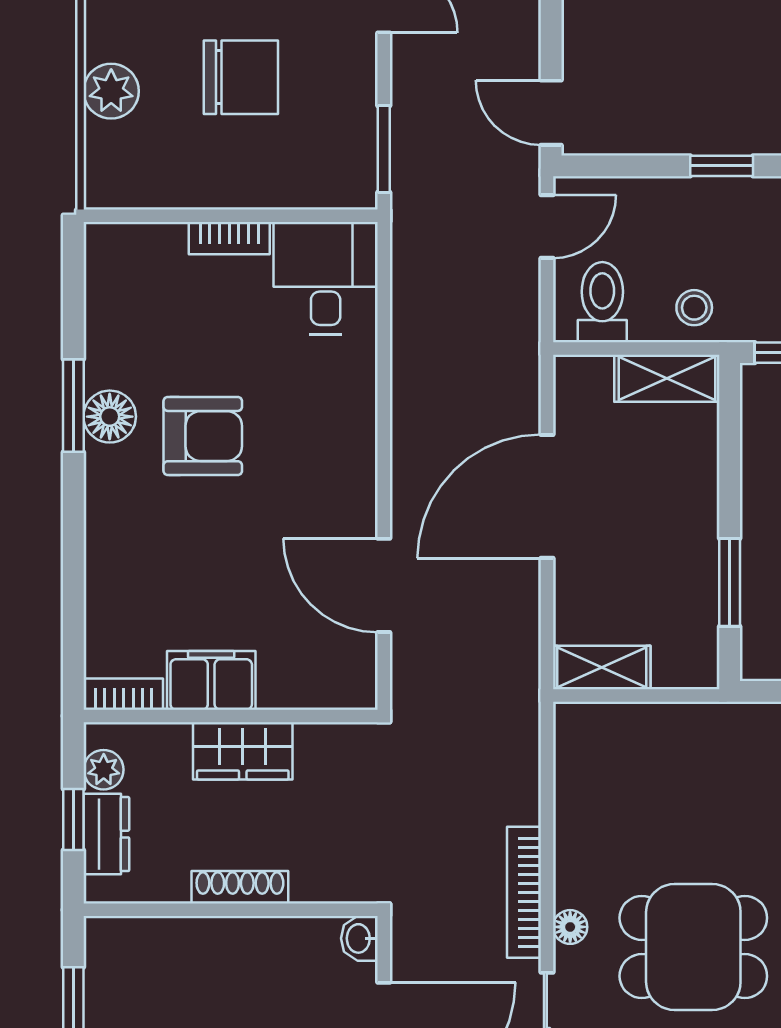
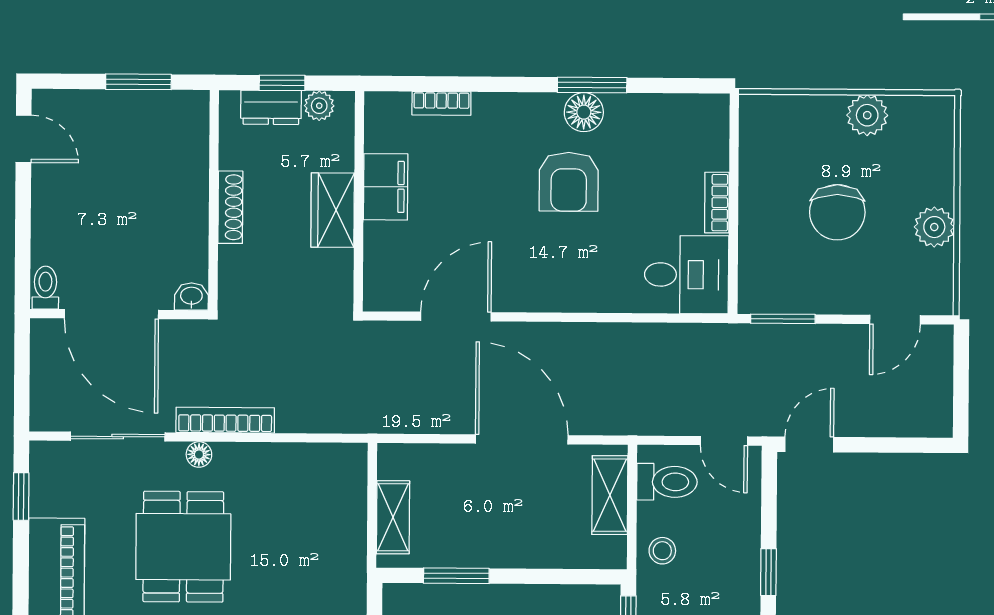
plant: (111, 91) -> (867, 115), moved
shelving: (667, 378) -> (610, 495), moved
shelving: (602, 667) -> (393, 517), moved
bookcase: (124, 694) -> (441, 103), moved, turned 90

